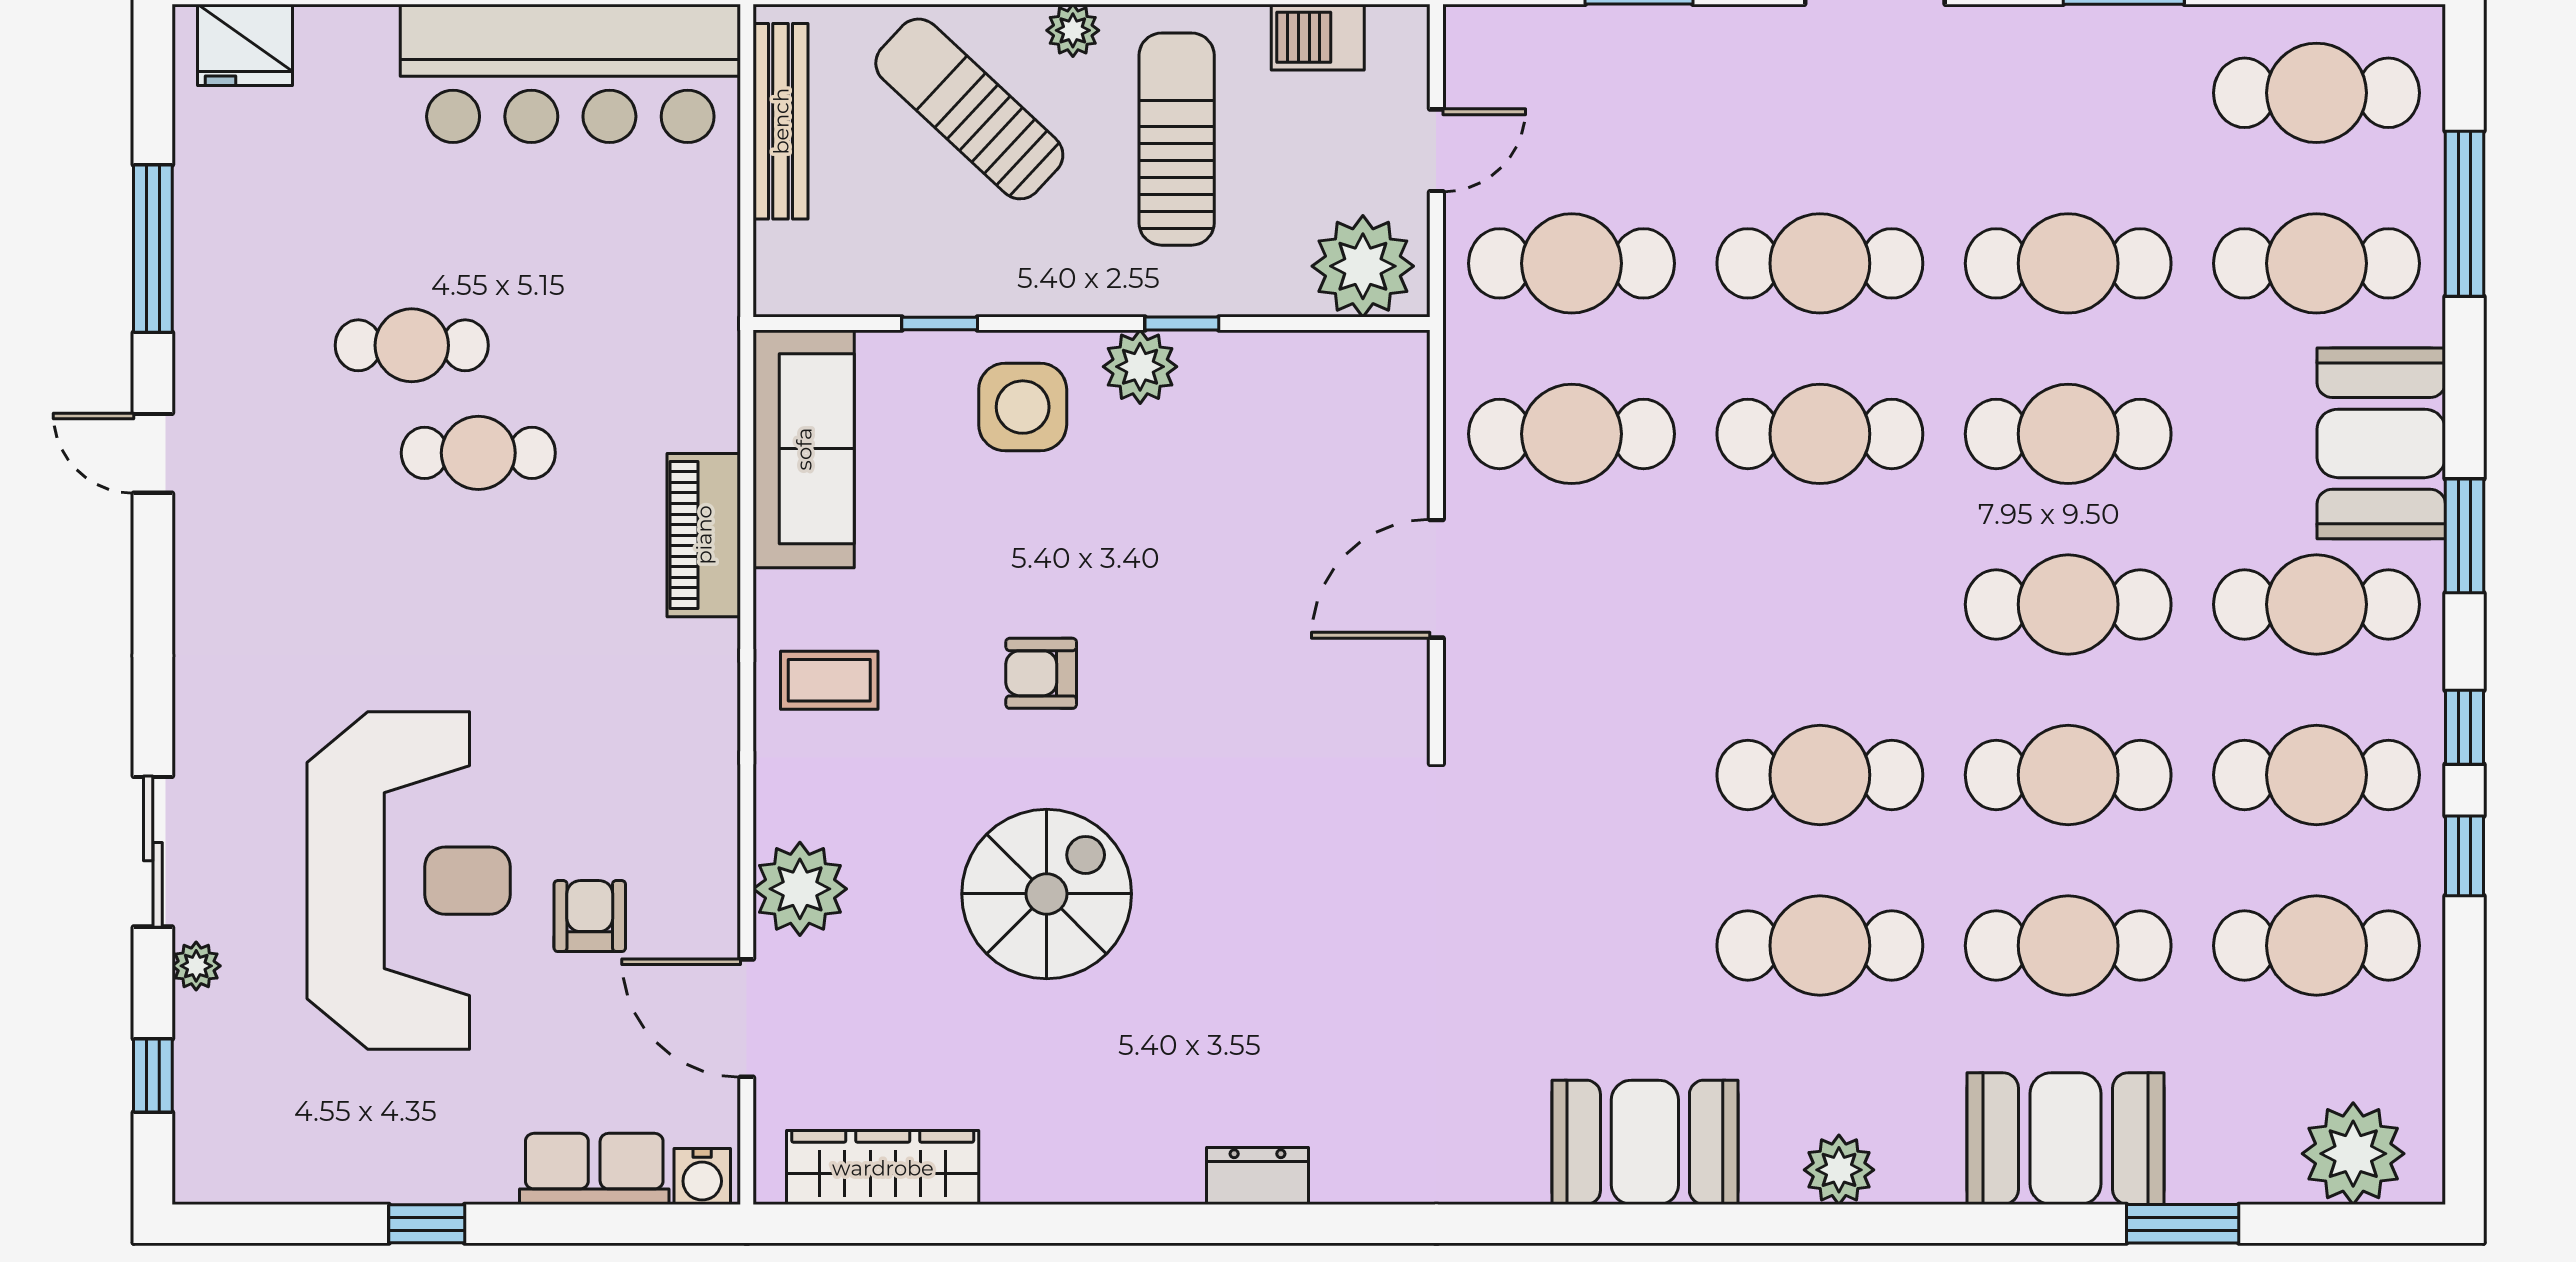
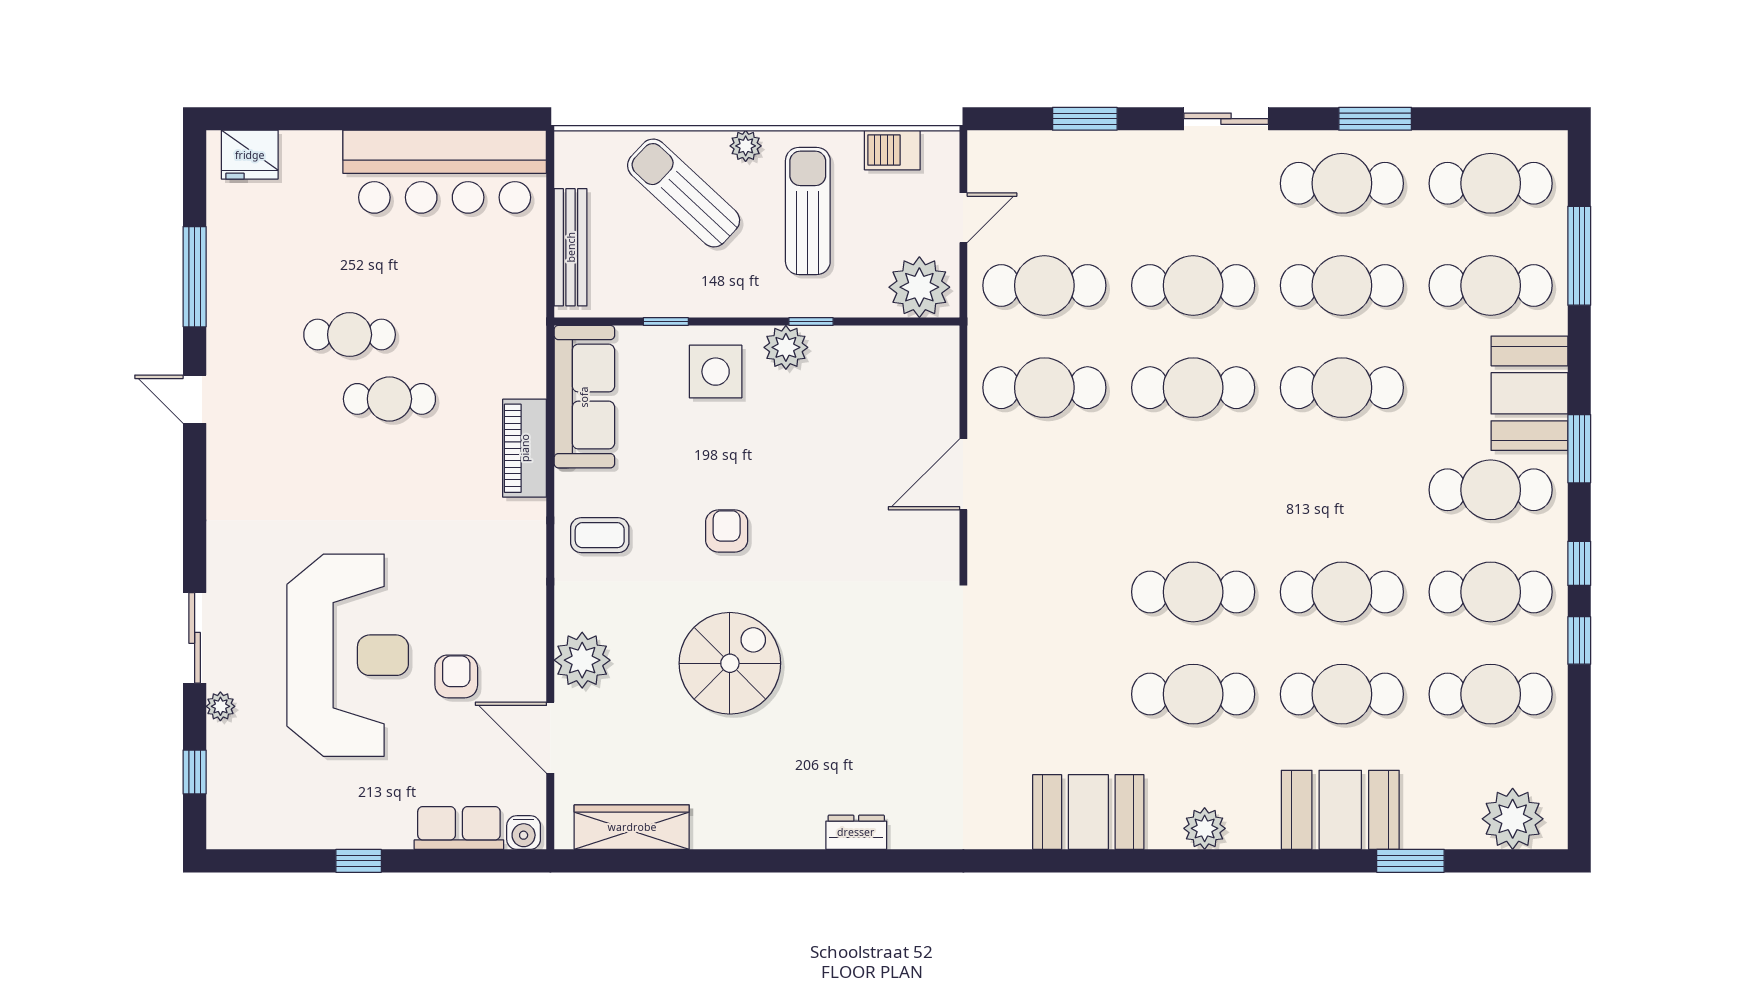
bench: (781, 121) -> (571, 247), moved
cafe table: (2068, 604) -> (1342, 183), moved
armchair: (1041, 673) -> (727, 531), turned 90

